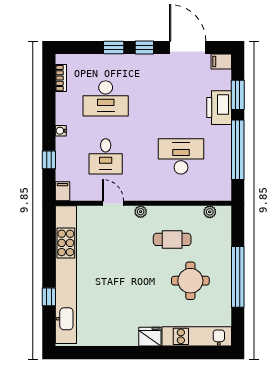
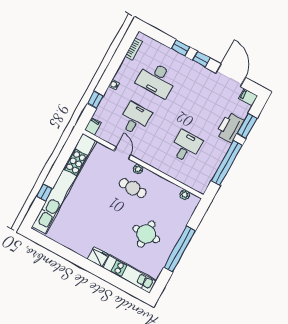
desk: (106, 156) -> (135, 119), turned 180
desk: (181, 156) -> (186, 146), width x0.73
cafe table: (172, 239) -> (133, 188), moved

